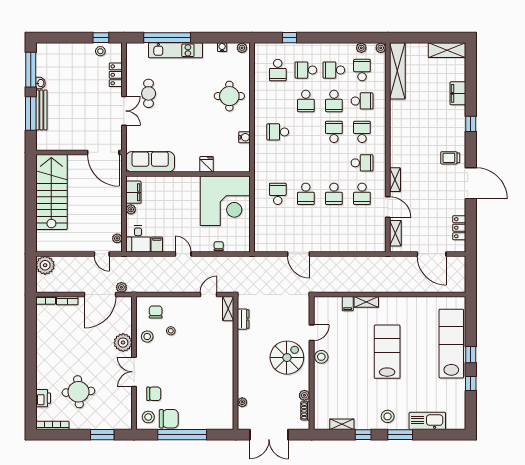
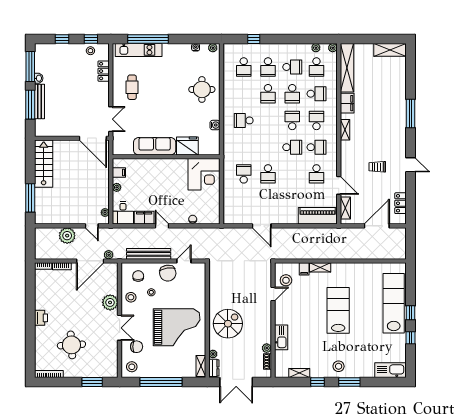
window: (67, 38) -> (62, 39), added
kitchen unit: (176, 50) -> (139, 50), moved
school desk: (306, 70) -> (268, 67), turned -90
school desk: (334, 70) -> (292, 67), turned 180
school desk: (362, 70) -> (316, 67), turned 180
filing cabinet: (458, 93) -> (347, 103), moved, turned 180
double door: (124, 111) -> (111, 119), moved
window: (471, 124) -> (411, 114), width x2.17
trolley: (450, 158) -> (377, 167), moved
sofa: (150, 162) -> (155, 146), moved
fridge: (207, 164) -> (187, 146), width x1.88, depth x1.34
shelving: (395, 180) -> (345, 130), moved
door: (471, 183) -> (411, 165), width x0.53
stairs: (51, 192) -> (44, 164), width x0.73, depth x0.66
filing cabinet: (133, 192) -> (119, 173), width x0.50
school desk: (334, 194) -> (292, 147), moved, turned -90
corner desk: (225, 201) -> (204, 174), width x0.74, depth x0.74
window: (31, 221) -> (30, 198), added
piano: (363, 242) -> (318, 216), added
filing cabinet: (157, 244) -> (144, 218), width x2.00
door: (432, 254) -> (377, 226), swing flipped
plant: (45, 265) -> (67, 236), moved
bench: (168, 286) -> (149, 254), added
shelving: (228, 309) -> (201, 366), moved
dresser: (243, 319) -> (214, 368), moved
stool: (321, 357) -> (286, 280), moved
spiral stairs: (287, 358) -> (228, 324), moved
grand piano: (200, 371) -> (177, 327), added
double door: (134, 372) -> (120, 328), swing flipped
kitchen sink: (321, 383) -> (281, 337), added
printer: (43, 398) -> (41, 318), moved
chair: (169, 419) -> (168, 273), moved, turned 82
kitchen sink: (427, 421) -> (390, 370), moved

